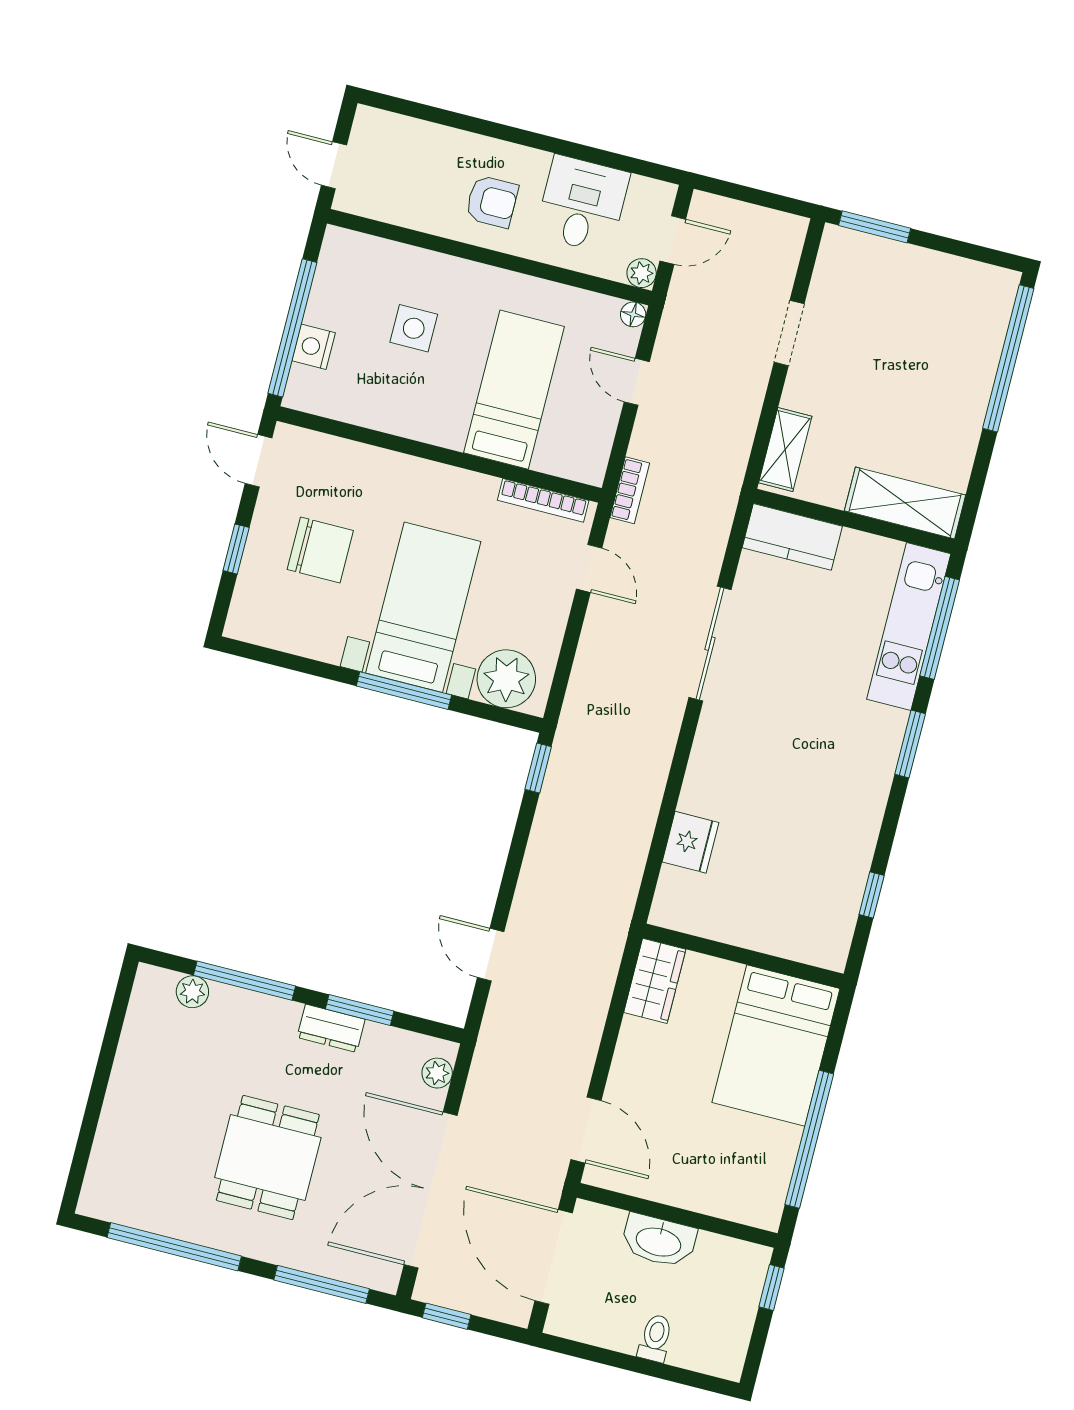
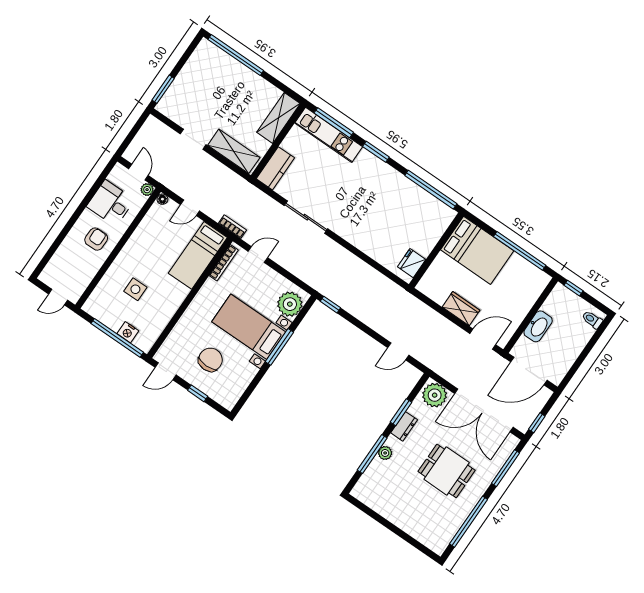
bed: (514, 390) -> (198, 255), moved, turned -90
shelving: (785, 450) -> (234, 151), width x1.50, depth x1.33
fridge: (690, 842) -> (412, 263), moved, turned -90
window: (872, 895) -> (431, 190), width x3.17
wardrobe: (655, 981) -> (461, 309), moved
plant: (192, 992) -> (385, 453), moved
plant: (437, 1073) -> (435, 395), width x1.88, depth x1.88
toilet: (655, 1338) -> (592, 320), moved

